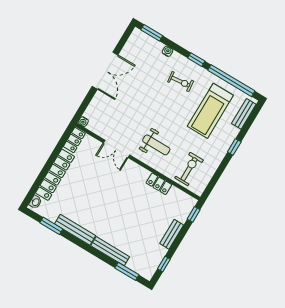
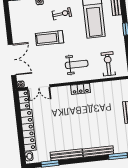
double door: (105, 71) -> (12, 60), moved
treadmill: (149, 97) -> (49, 38), added
double door: (116, 149) -> (39, 87), moved
locker: (159, 184) -> (80, 89), moved

